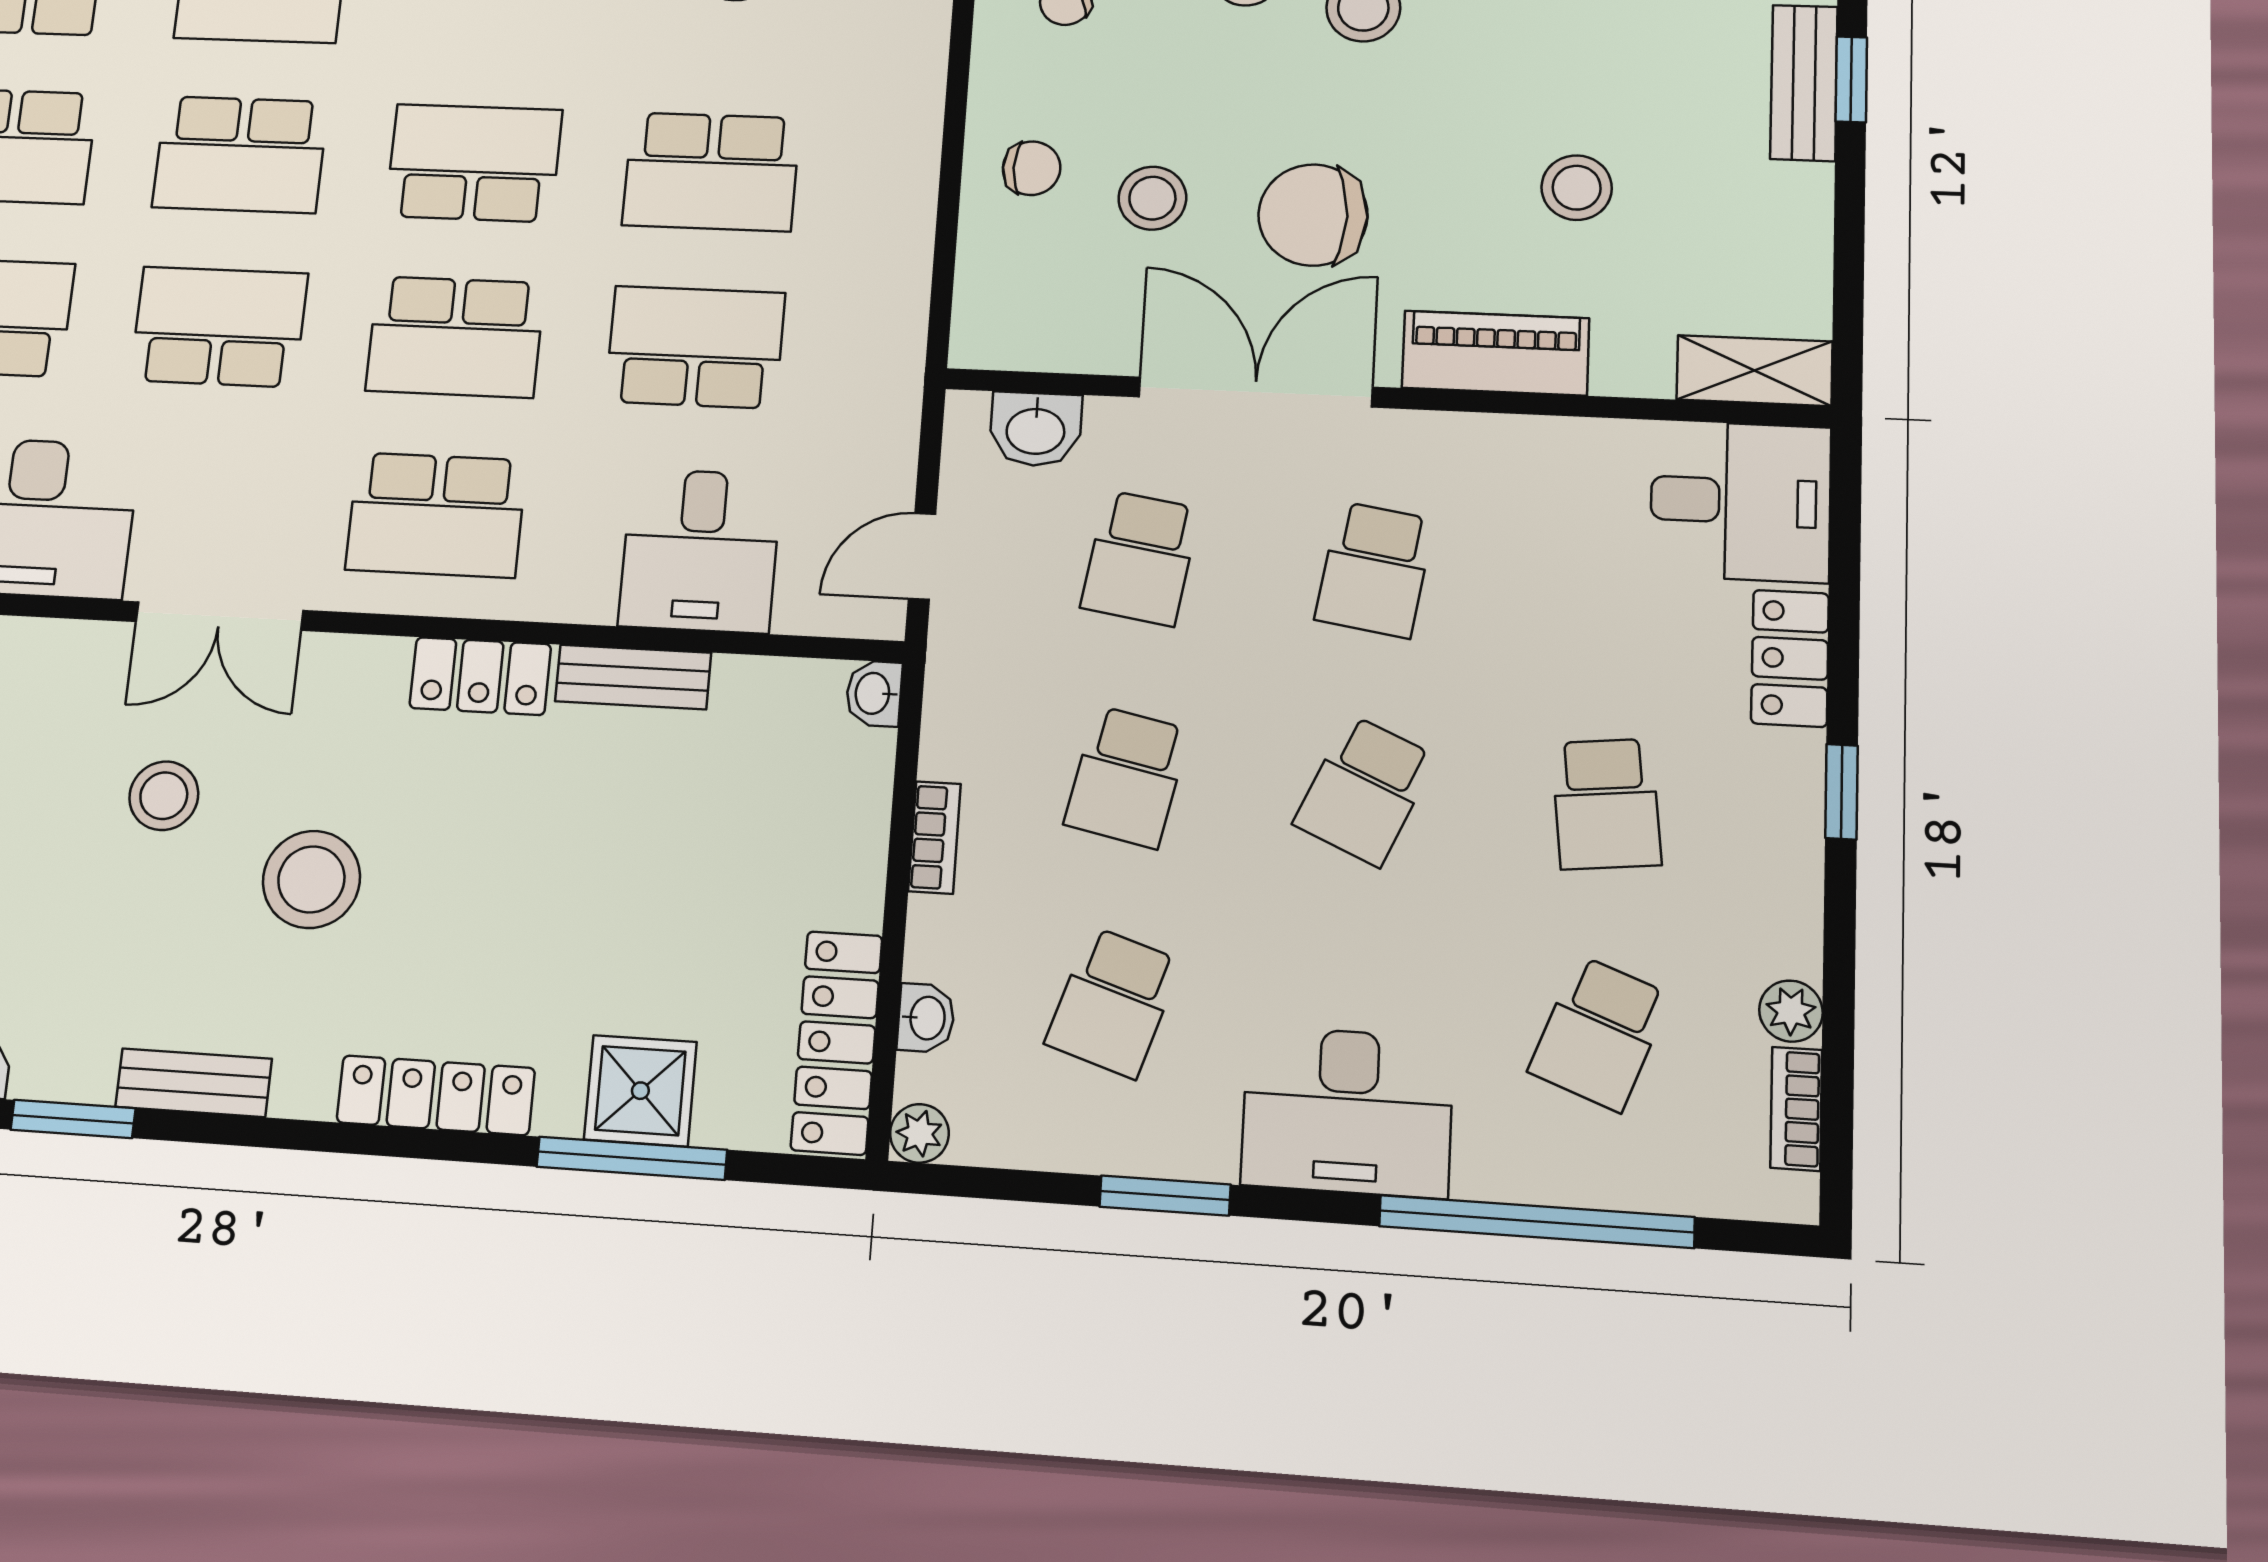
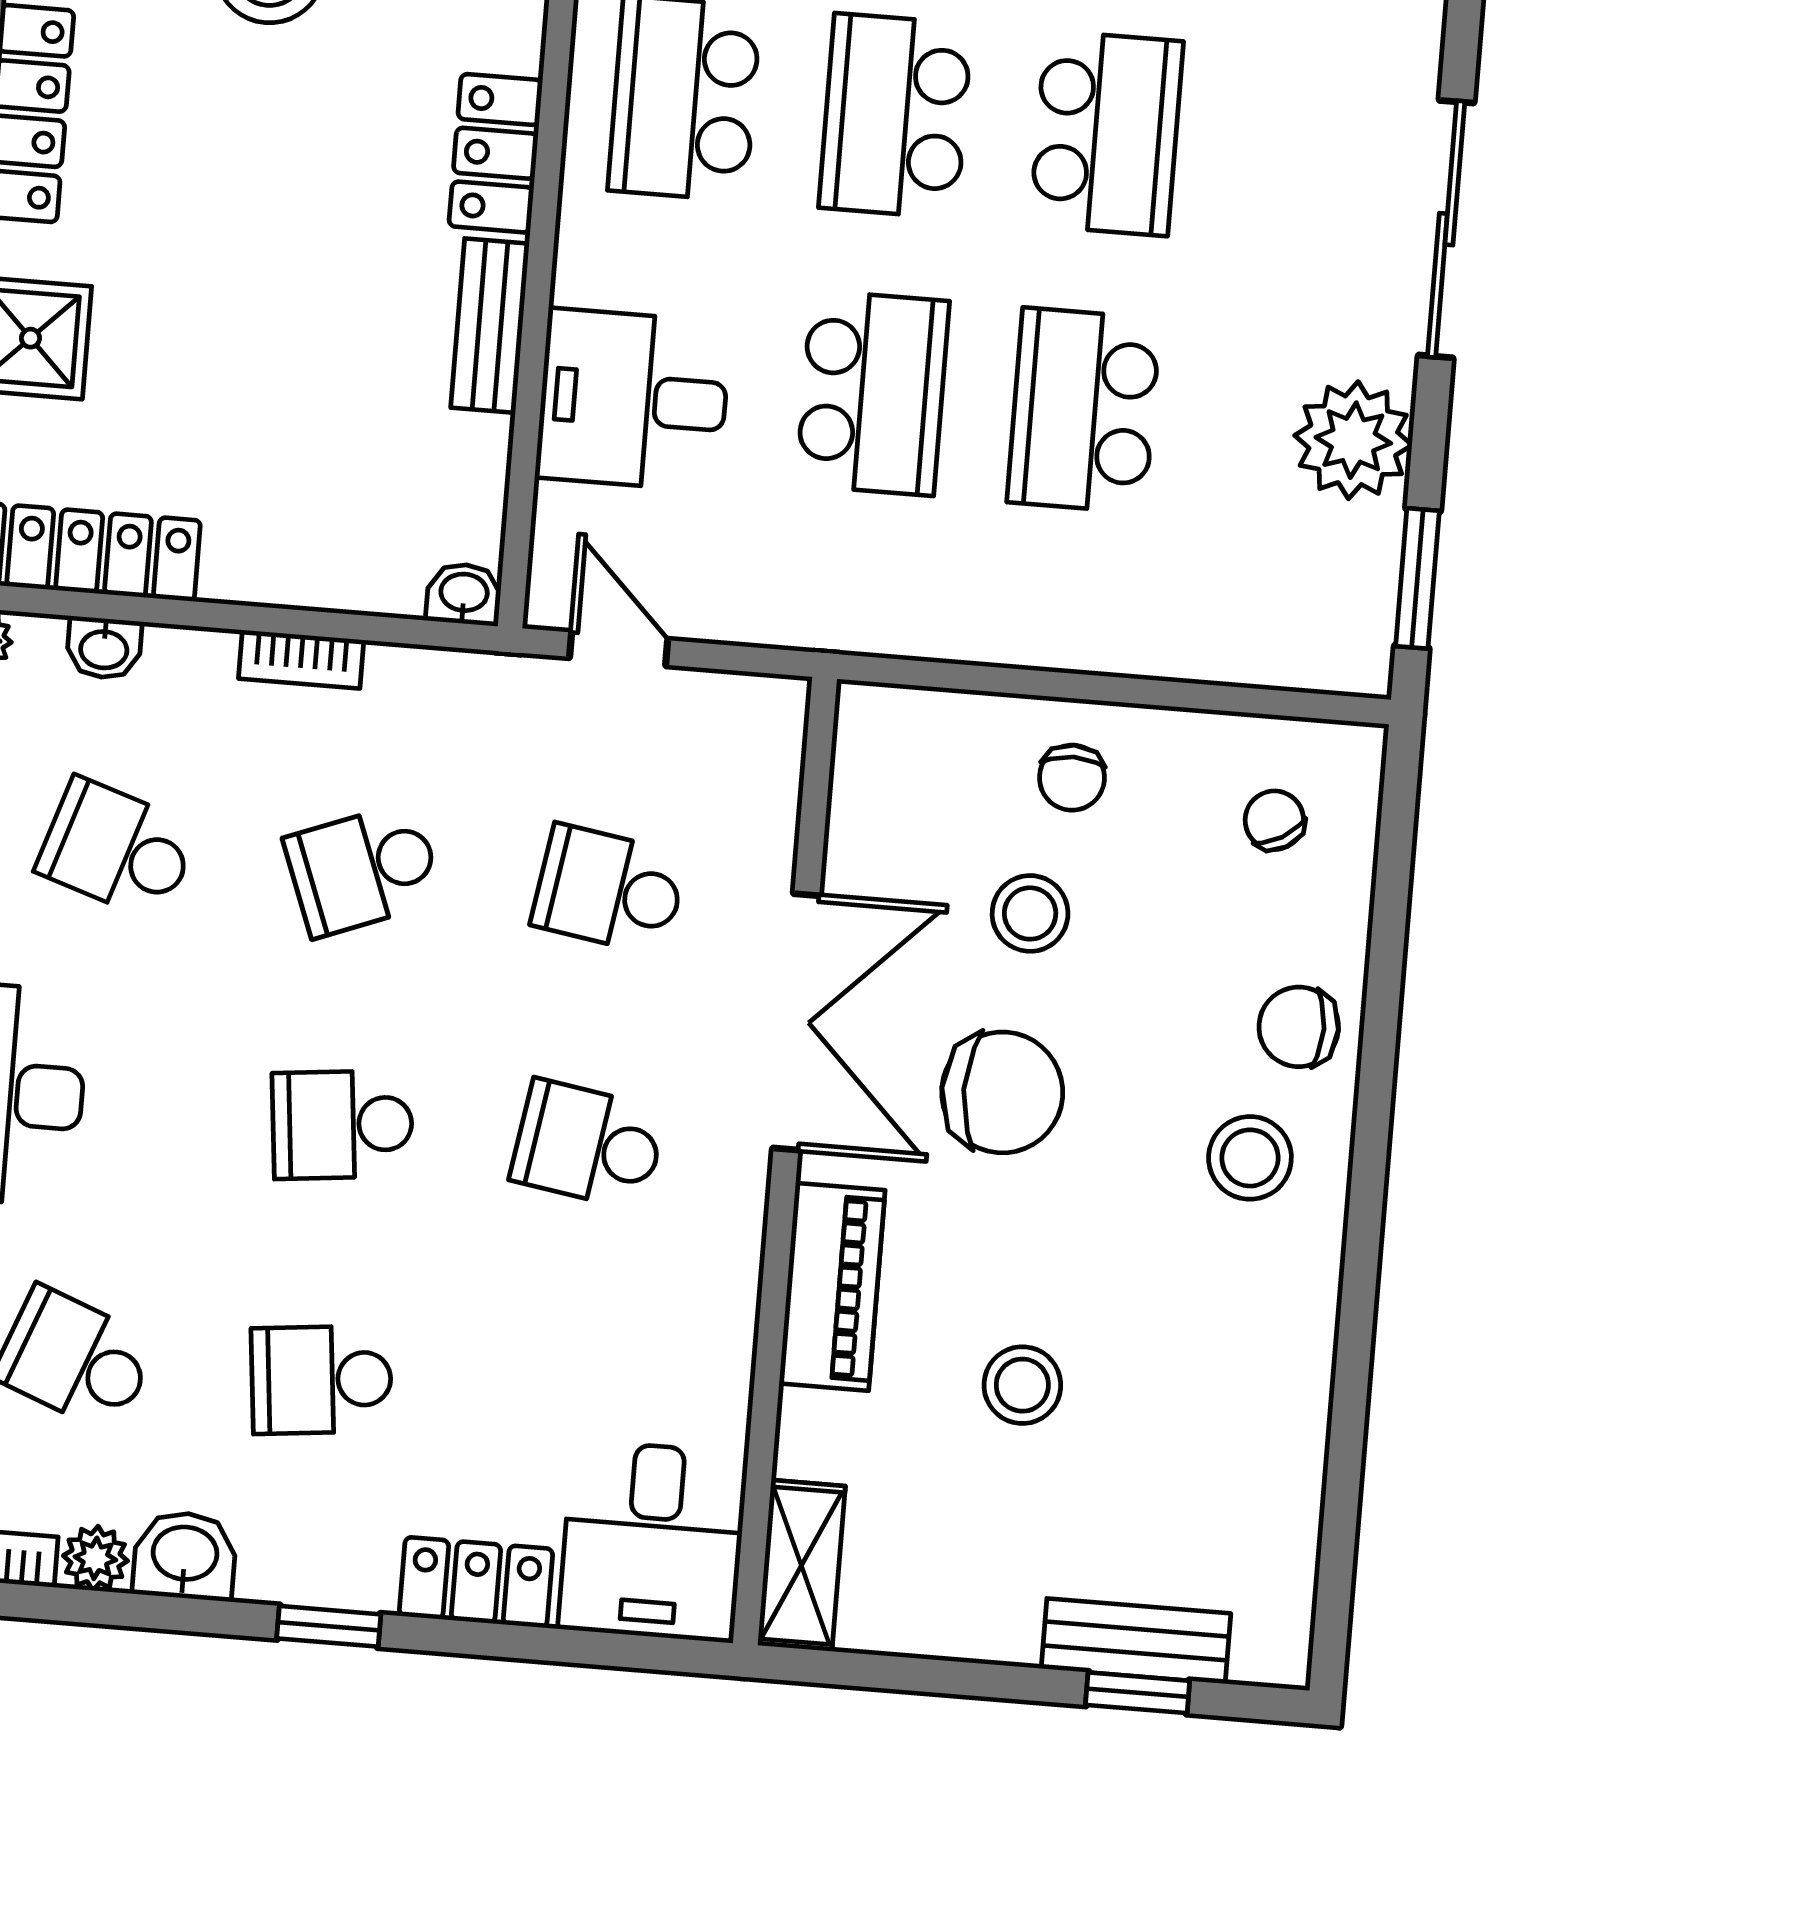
chair: (1313, 215) -> (1002, 1092), turned 90
washbasin: (1036, 429) -> (185, 1556), moved, turned 90
school desk: (1127, 777) -> (363, 870), turned -33
school desk: (1365, 790) -> (342, 1125), turned -30

